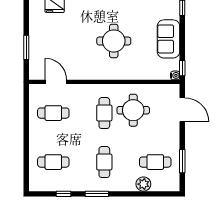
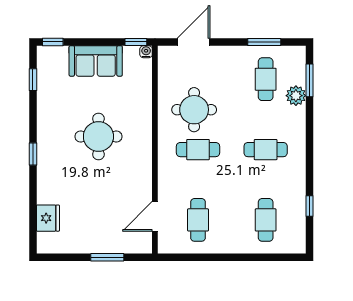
window: (97, 194) -> (310, 80), moved

